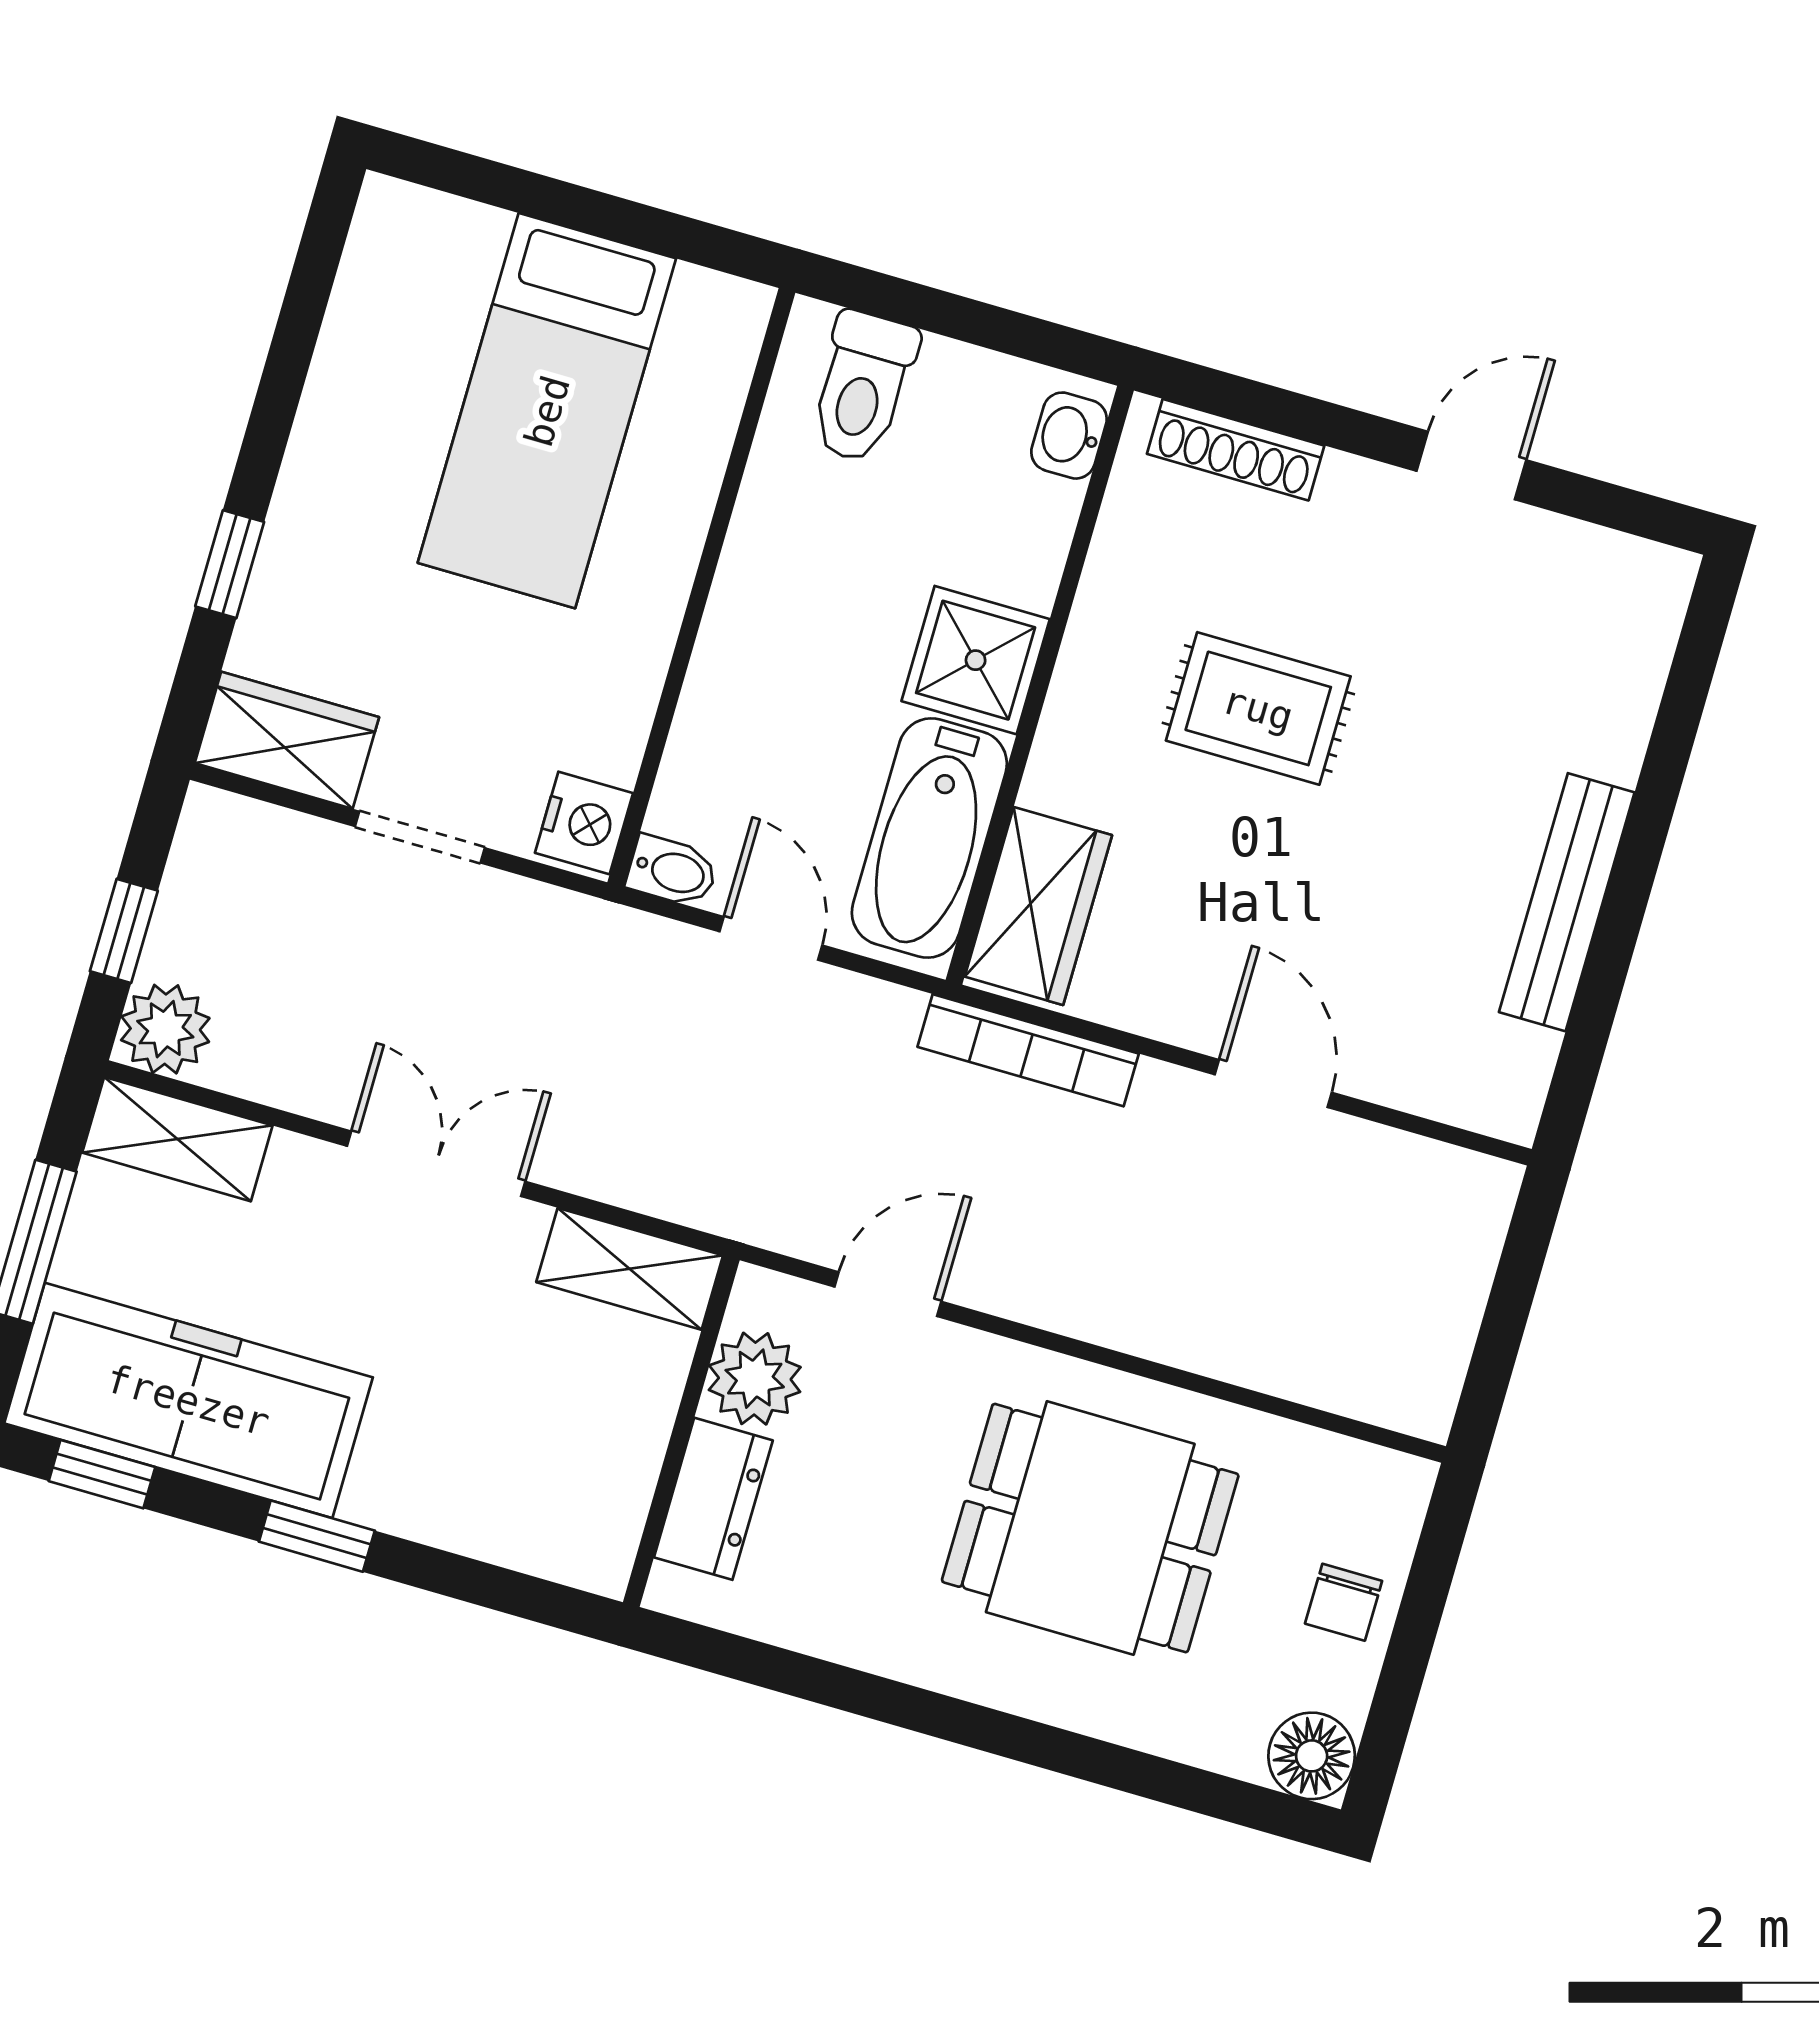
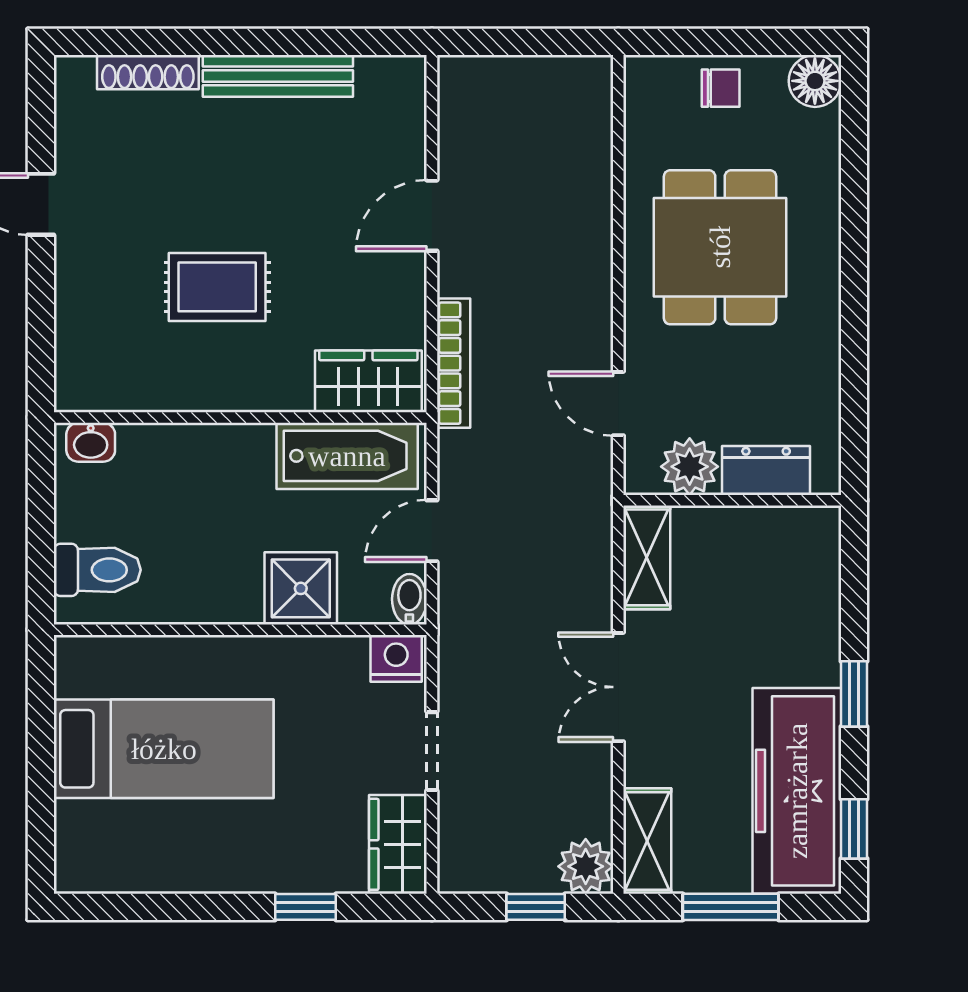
shoe rack: (1236, 450) -> (148, 72), moved, turned 90
shower: (976, 660) -> (301, 588), moved
rug: (1258, 708) -> (217, 287), turned 90

